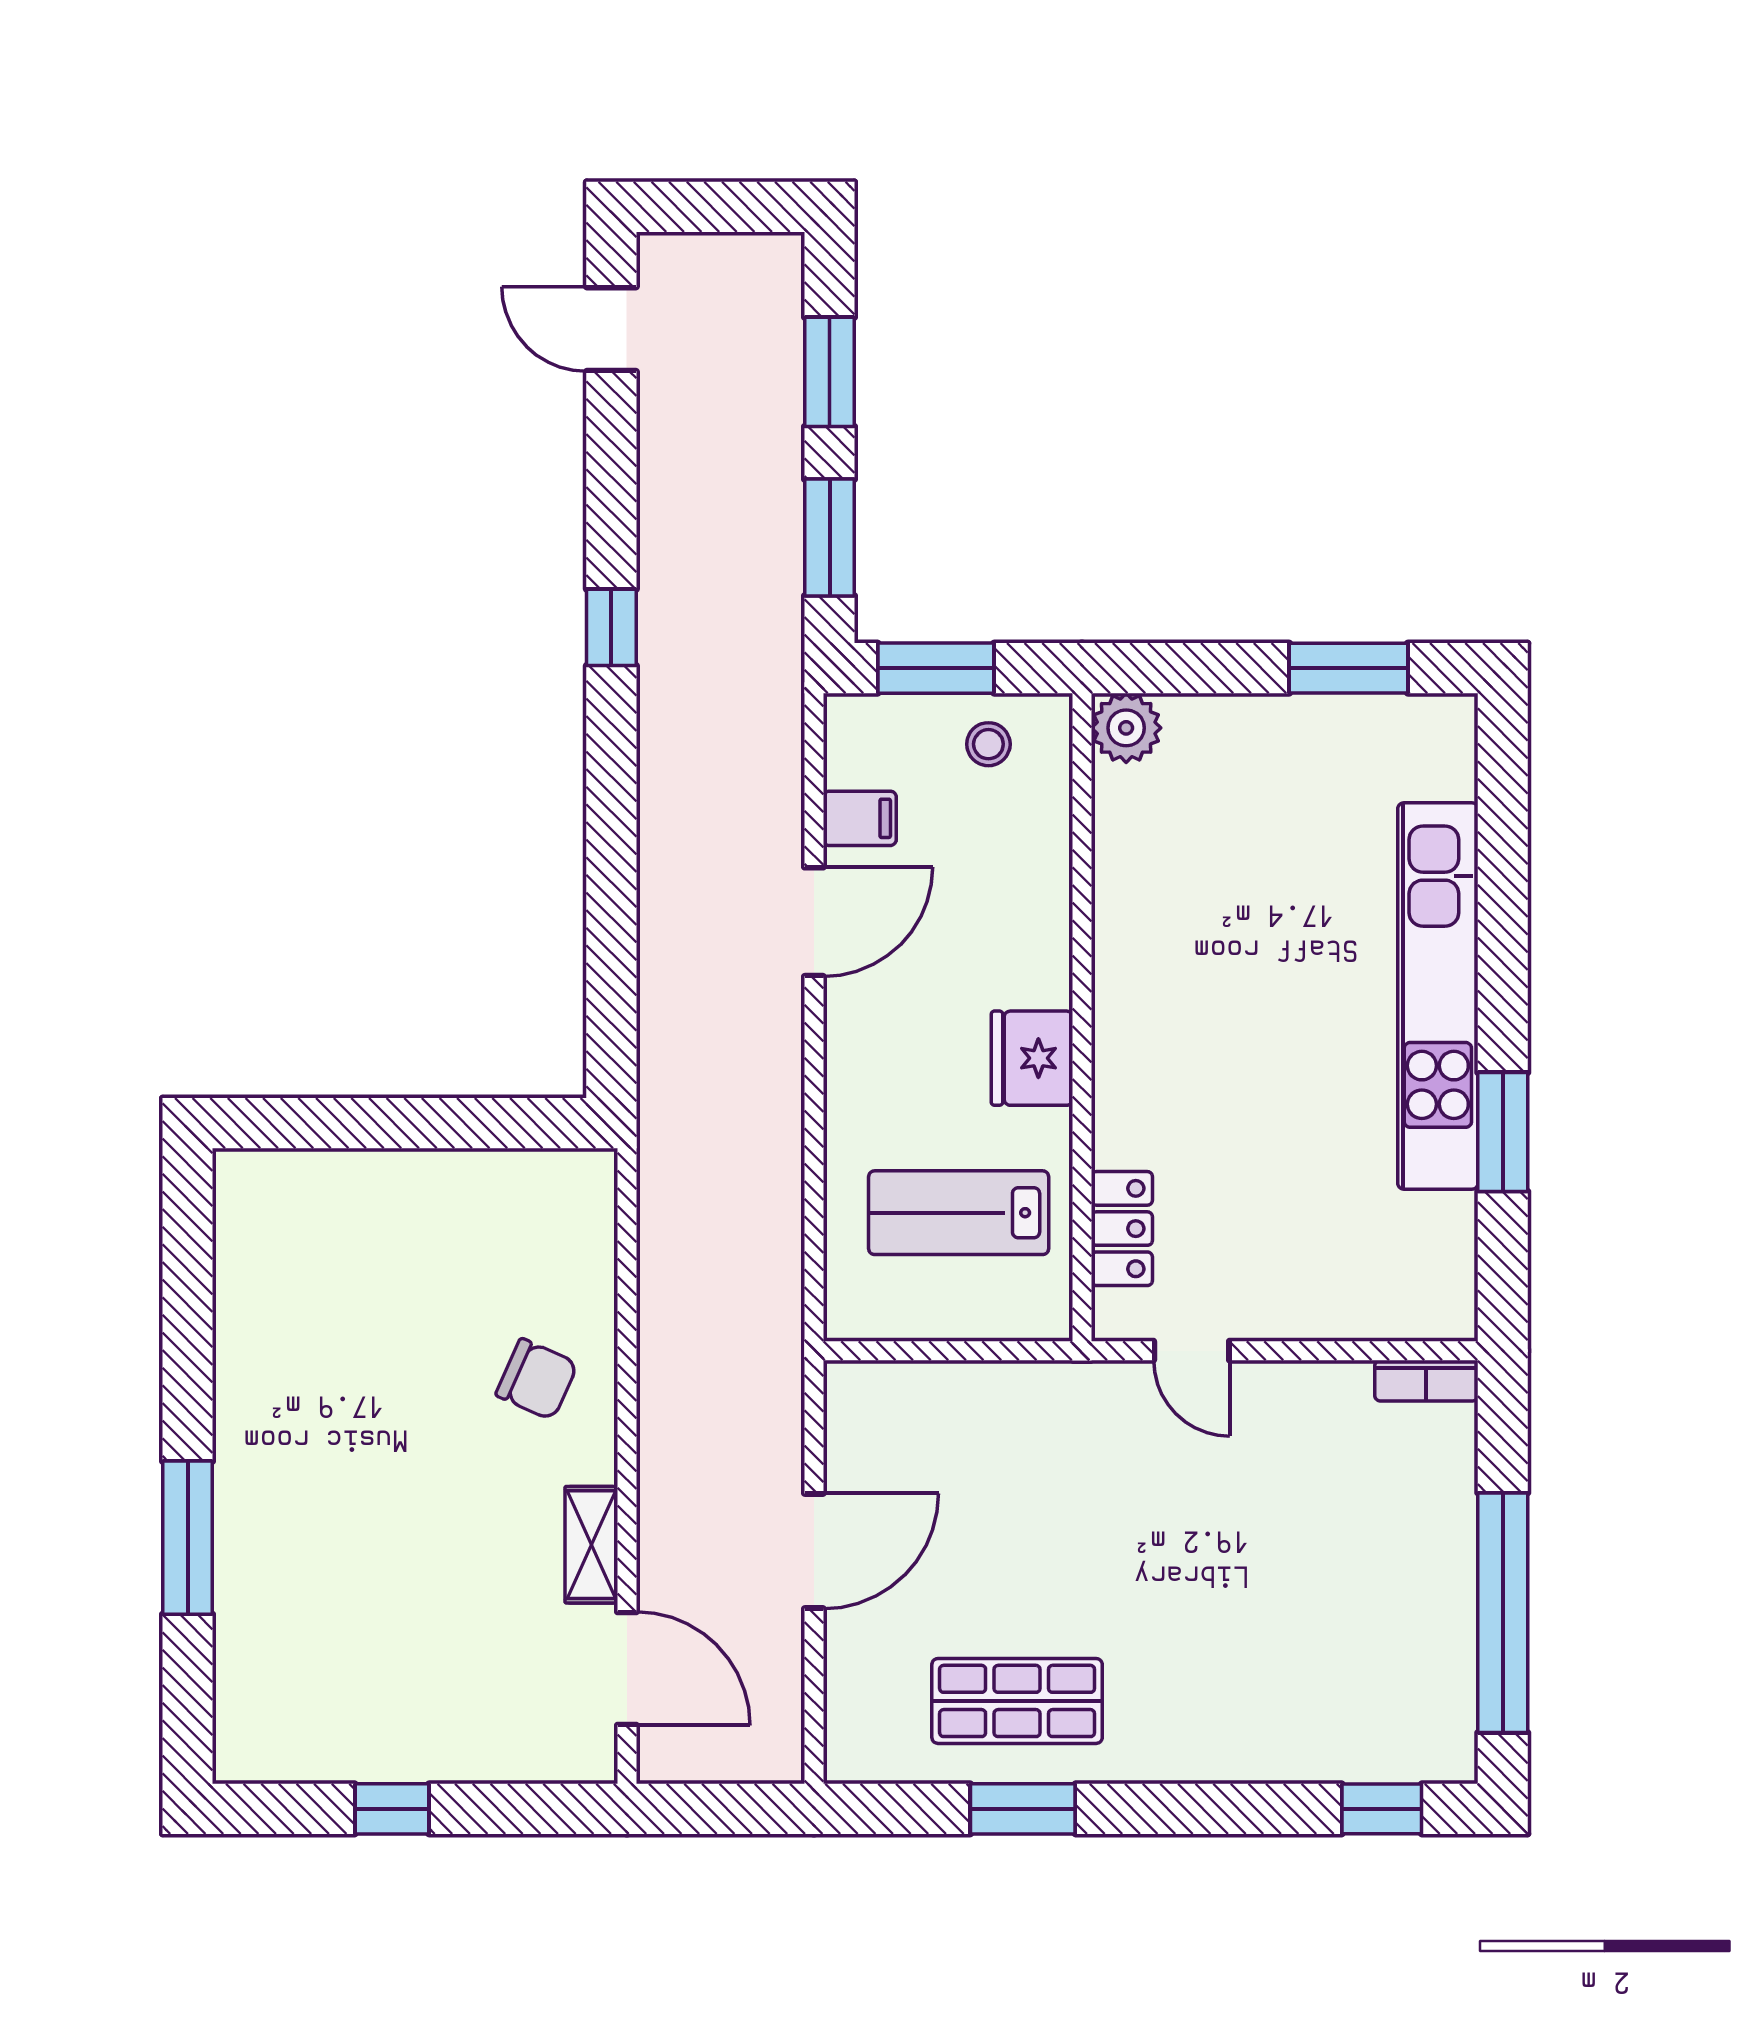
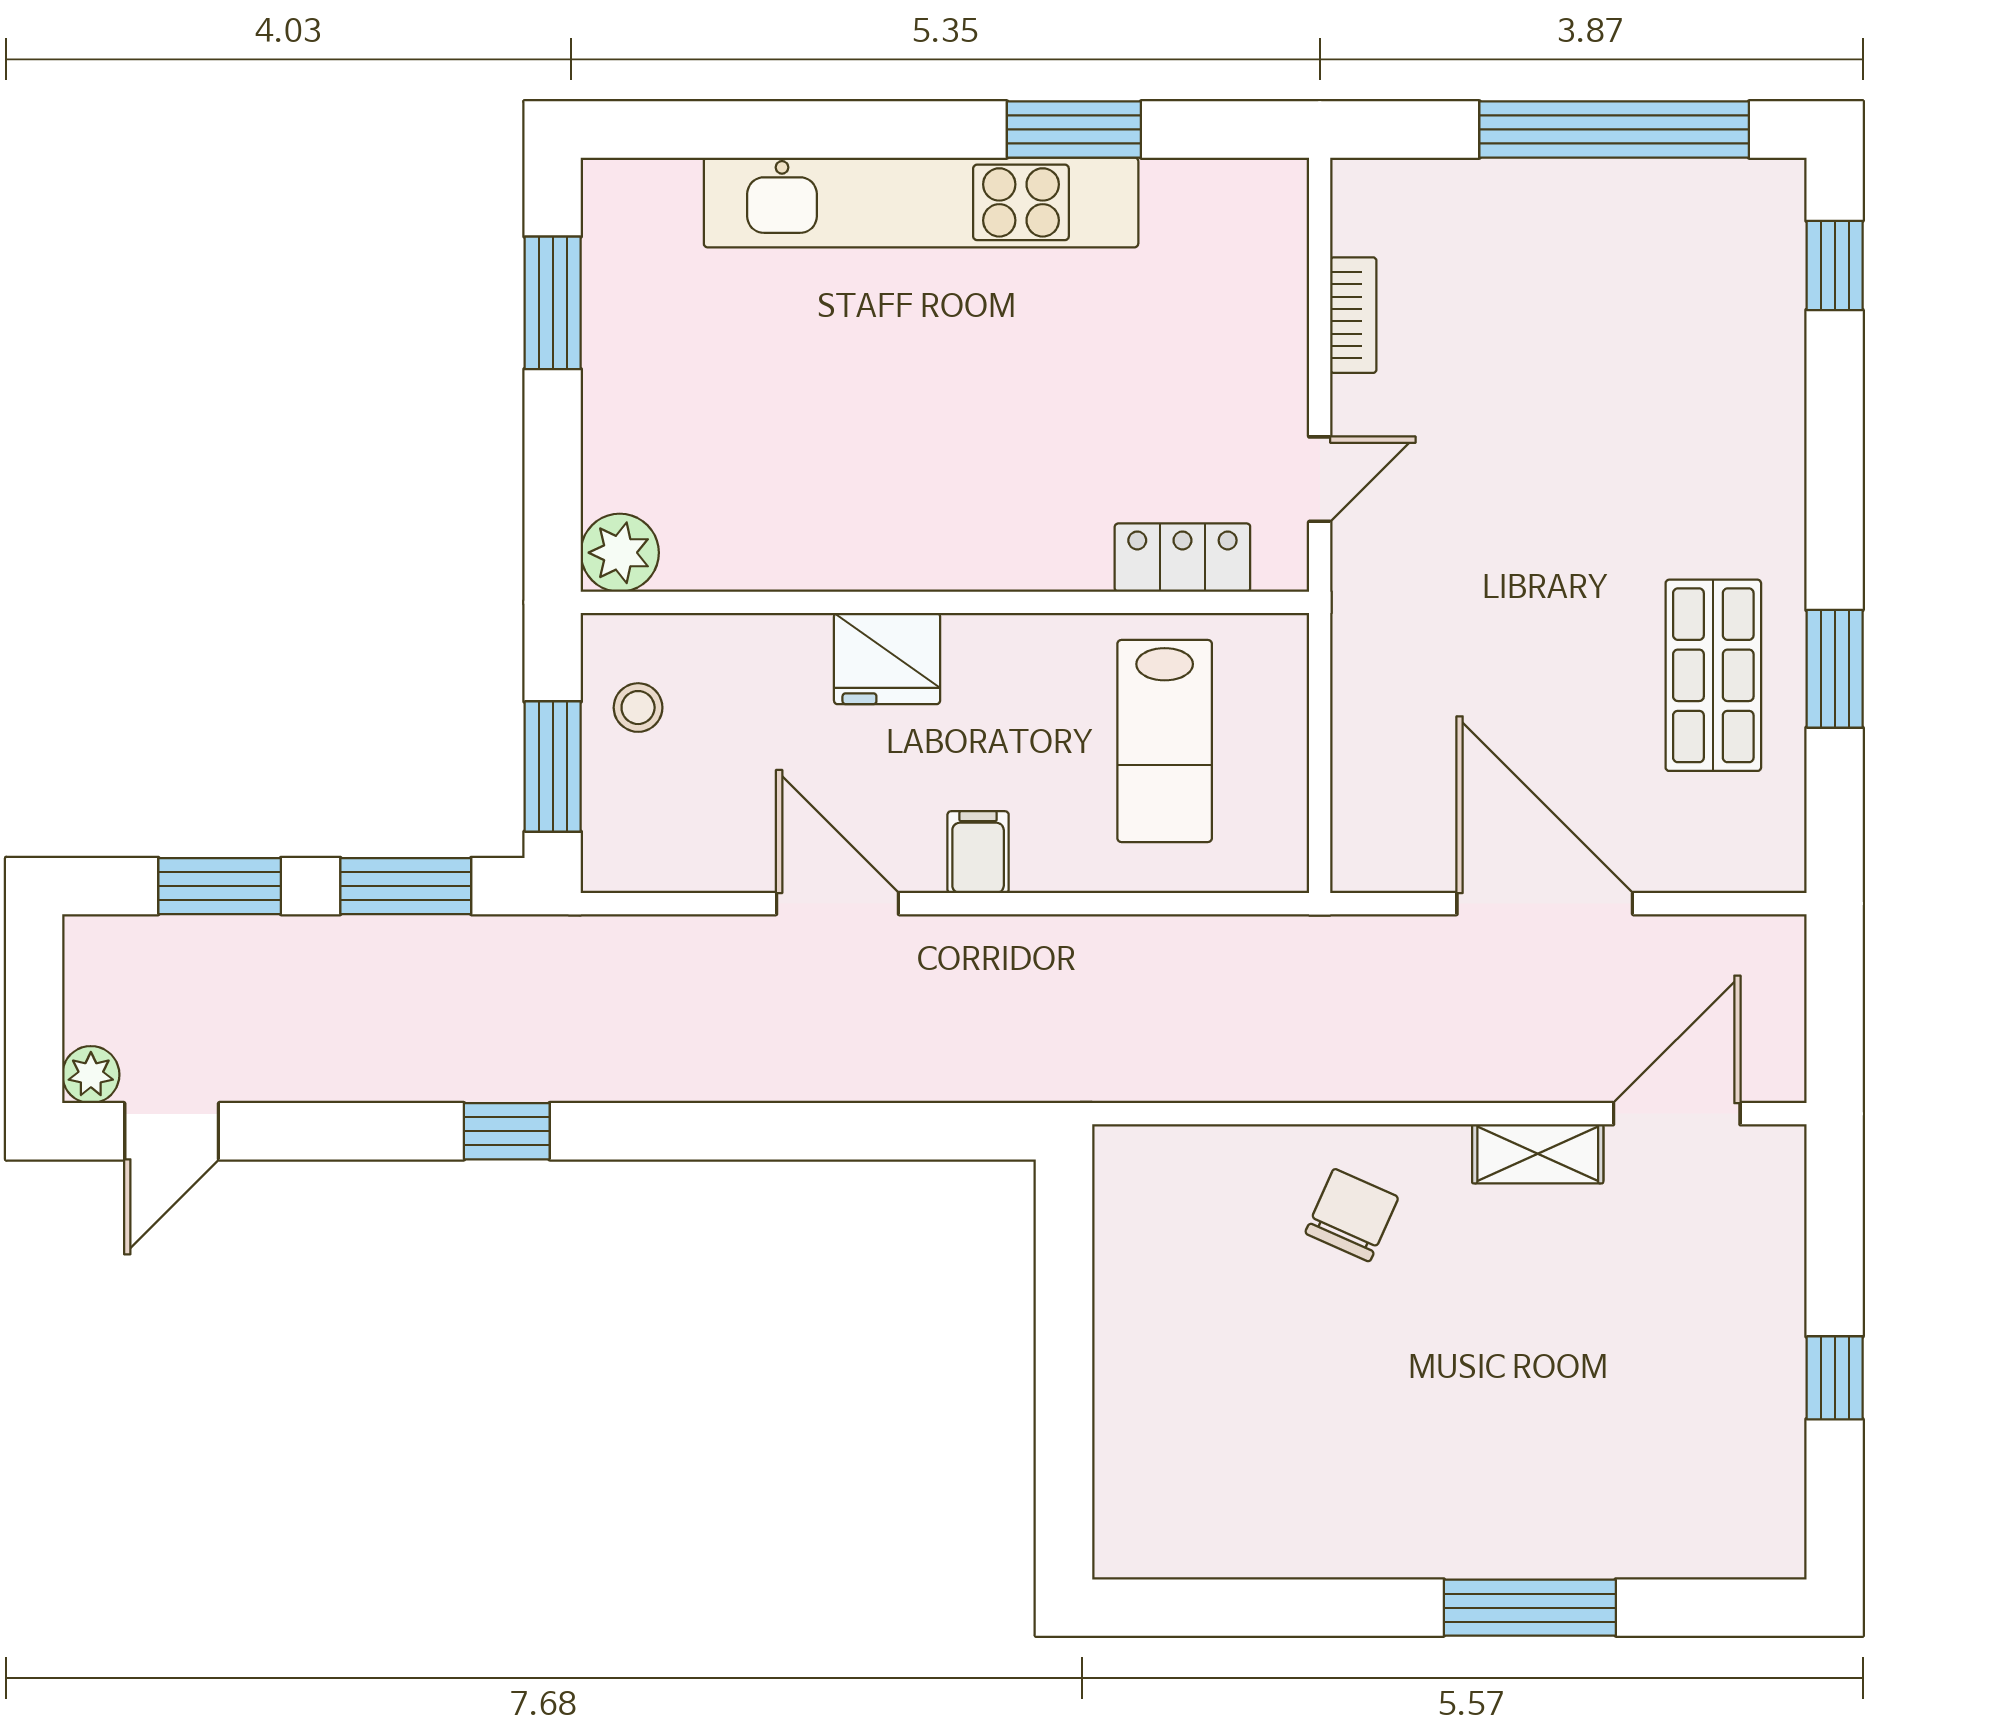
plant: (662, 257) -> (91, 1075), added
filing cabinet: (860, 818) -> (978, 852), moved
fridge: (1032, 1058) -> (887, 659), moved
bookcase: (1426, 1381) -> (1353, 315), moved
door: (814, 1551) -> (1545, 904), width x1.36

